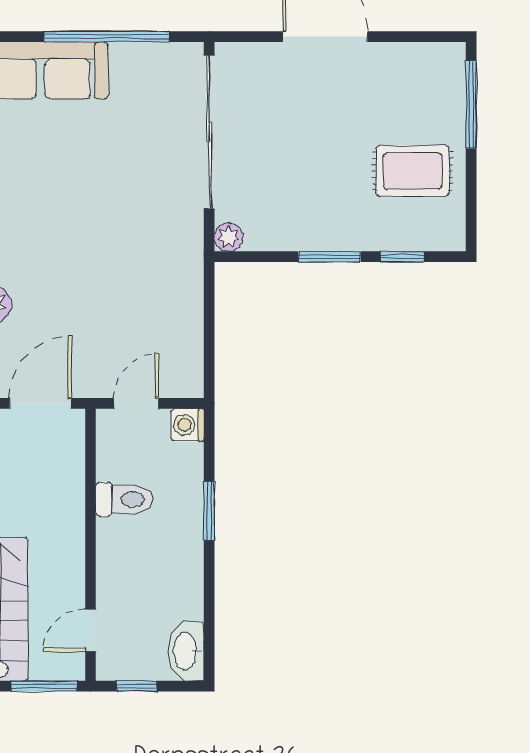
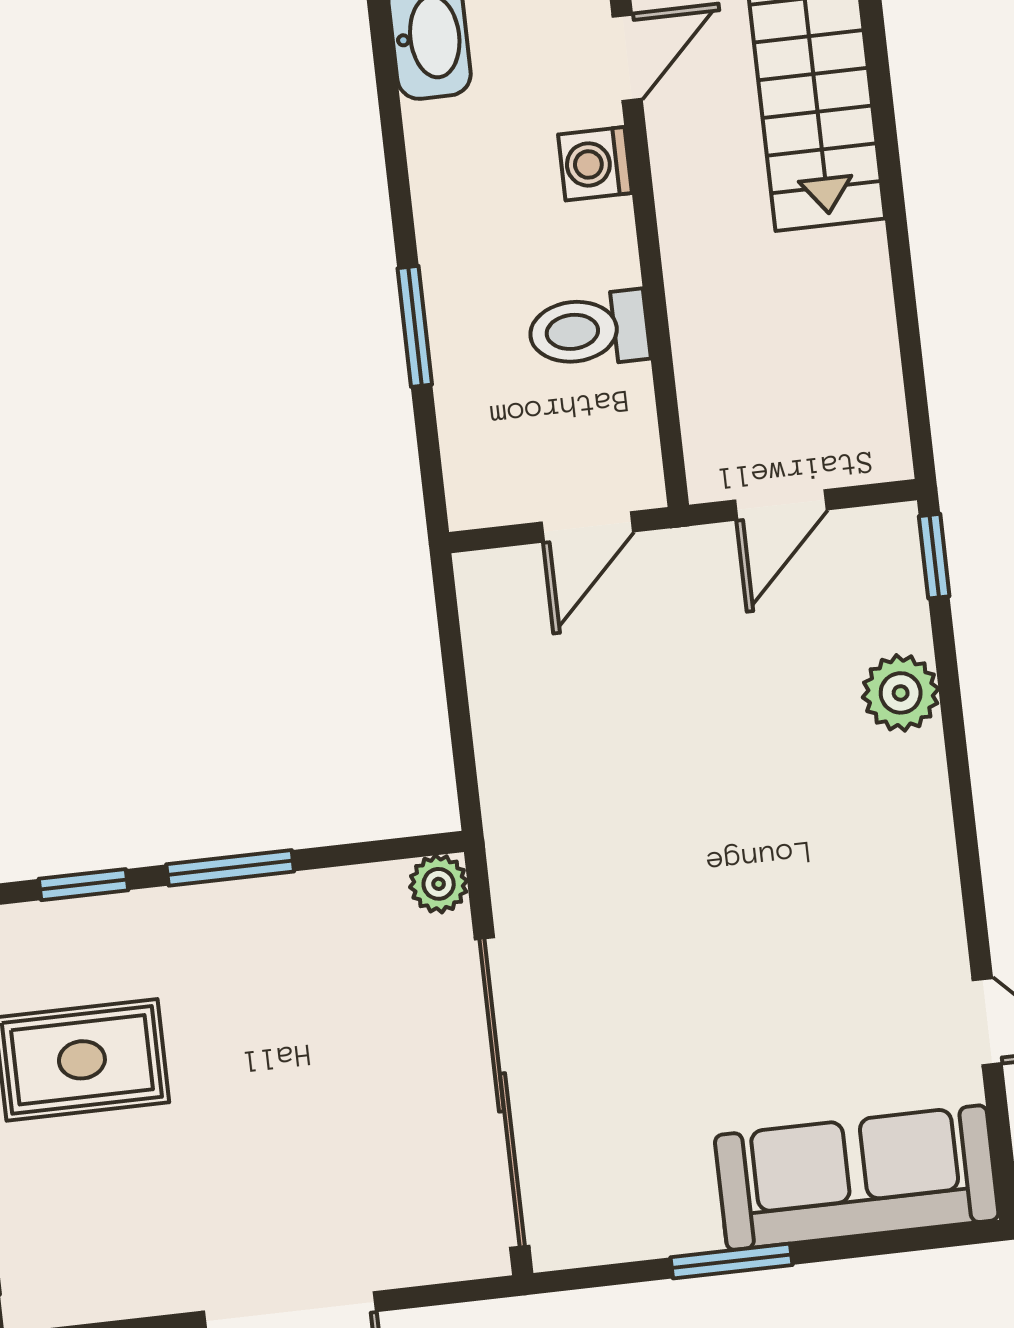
window: (107, 37) -> (732, 1261), width x0.47
door: (40, 403) -> (781, 505), width x0.73
washing machine: (188, 425) -> (595, 164), moved, turned 180

